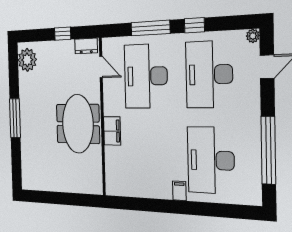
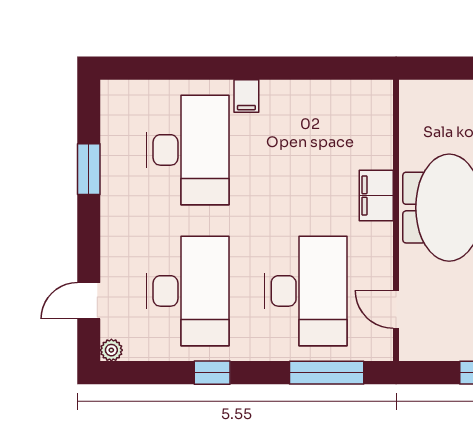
window: (150, 28) -> (327, 373), moved
dresser: (86, 46) -> (427, 348), removed
window: (268, 150) -> (89, 169), width x0.47

